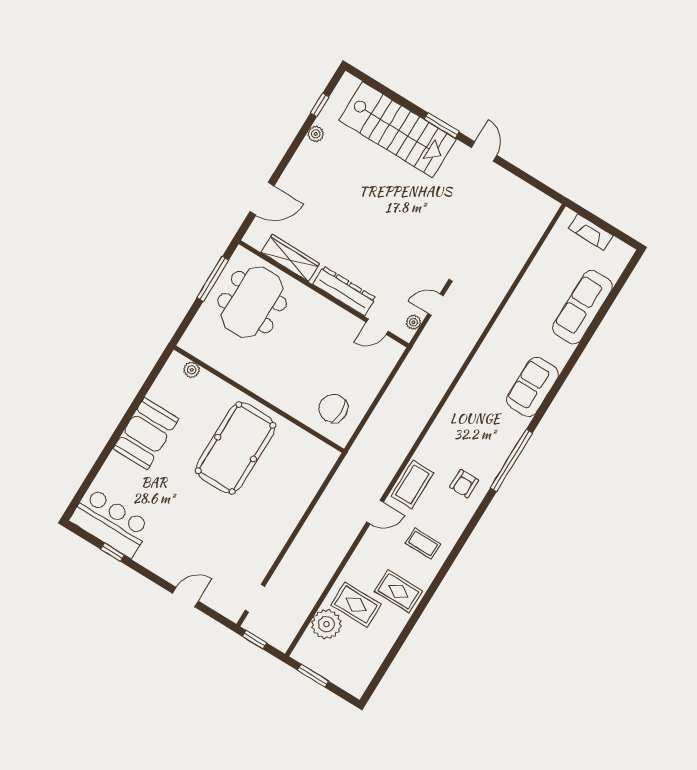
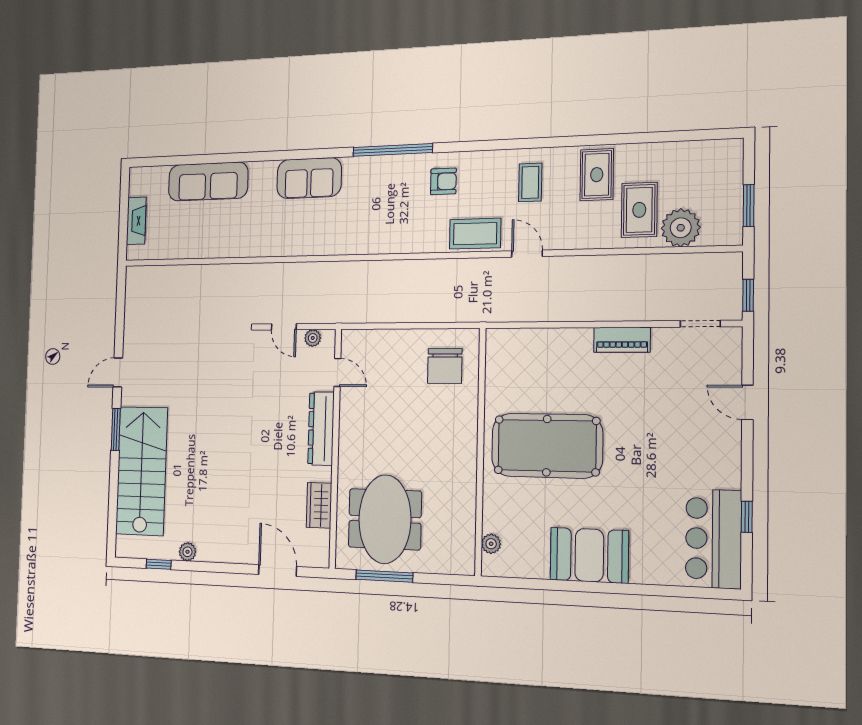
wardrobe: (290, 258) -> (319, 505), width x0.67
meeting table: (252, 302) -> (385, 519), turned 90
piano: (276, 541) -> (622, 340), added

